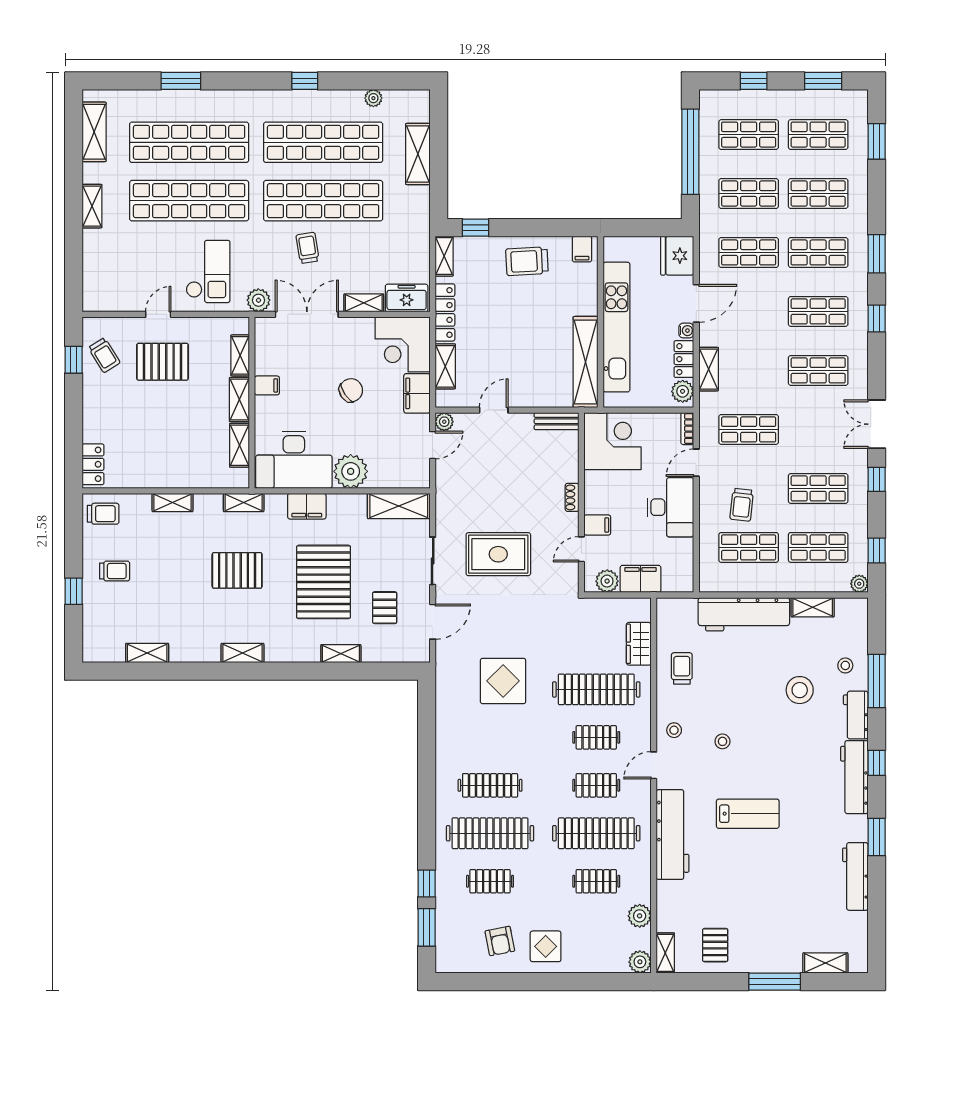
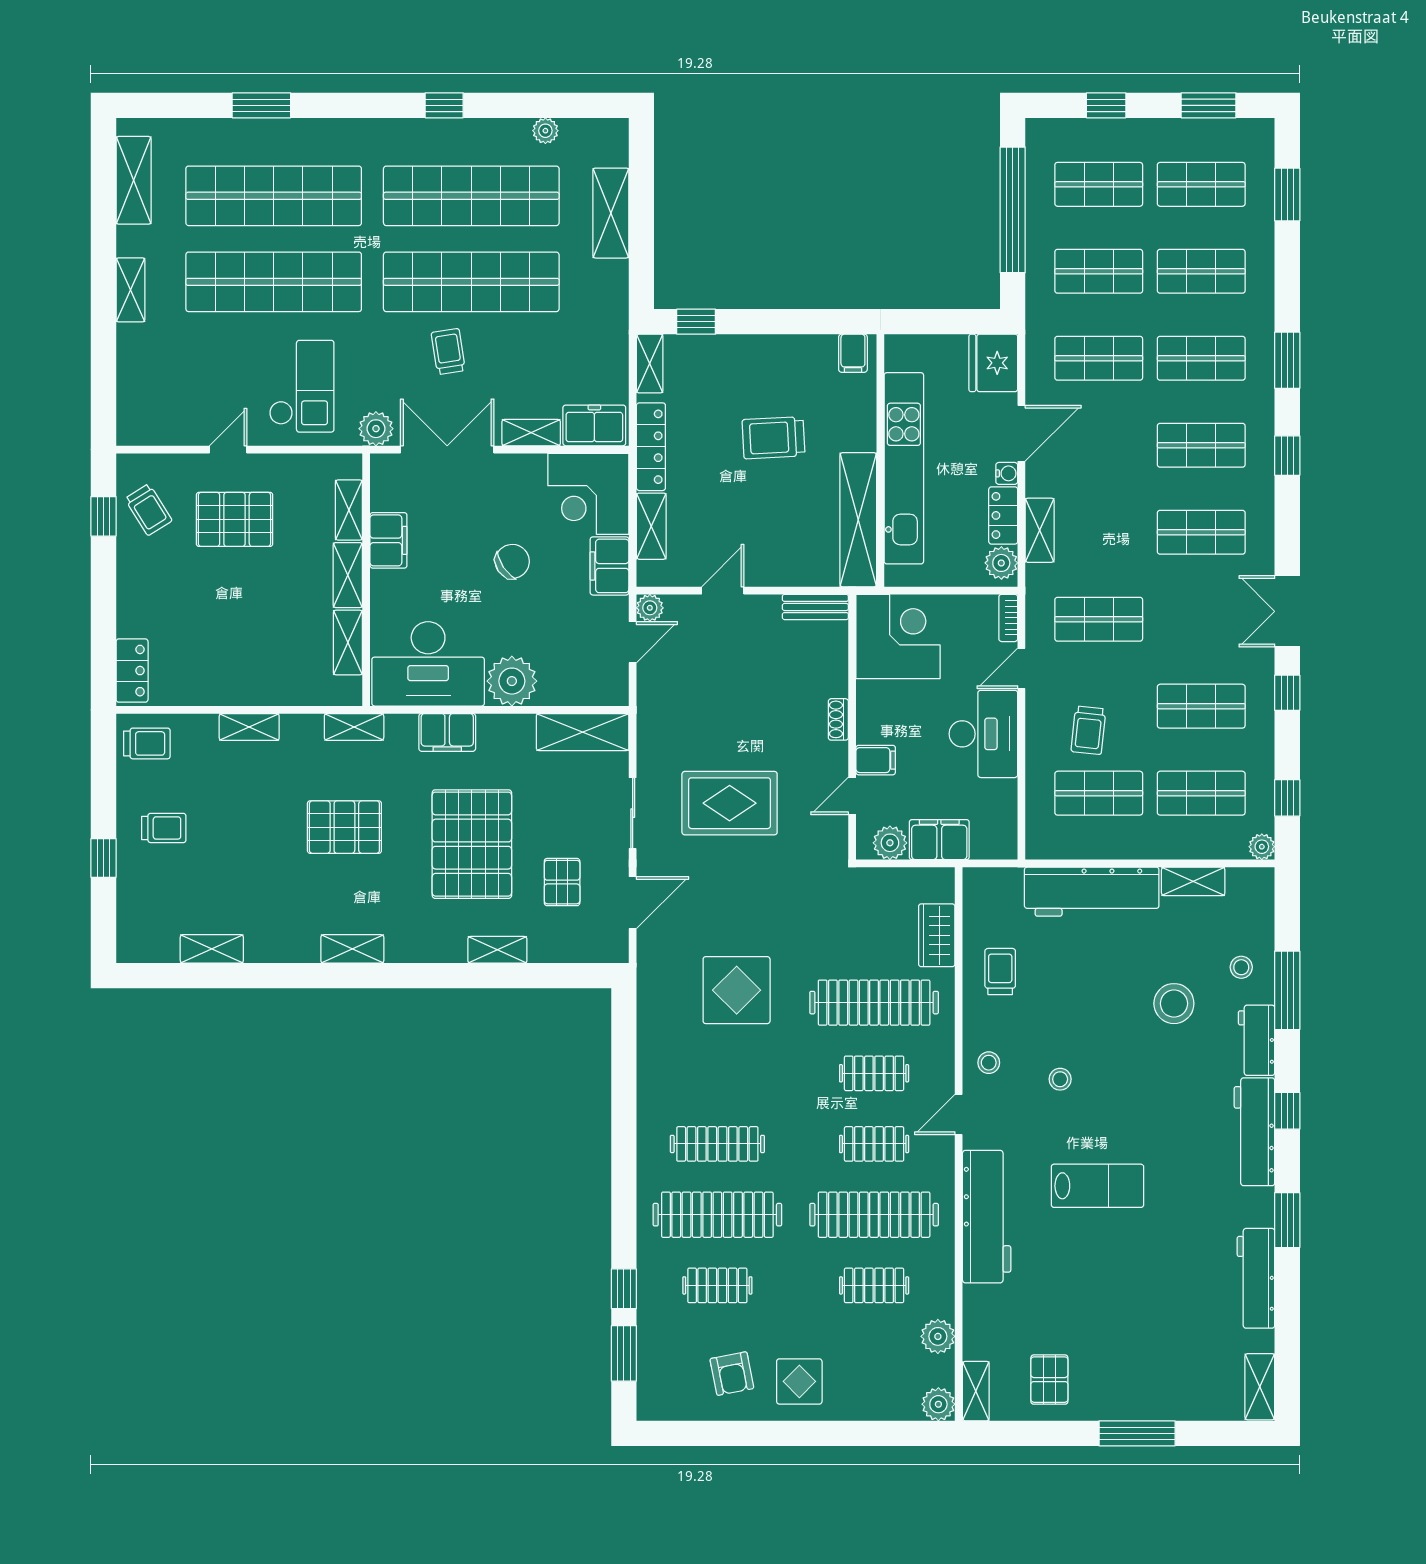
trolley: (527, 261) -> (773, 438), moved
filing cabinet: (267, 385) -> (388, 540), width x2.00
shelving: (825, 963) -> (1260, 1387), moved, turned 90

